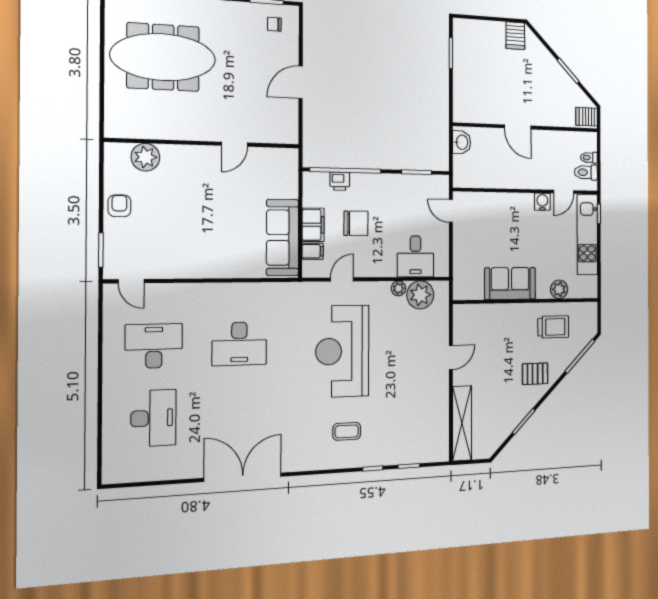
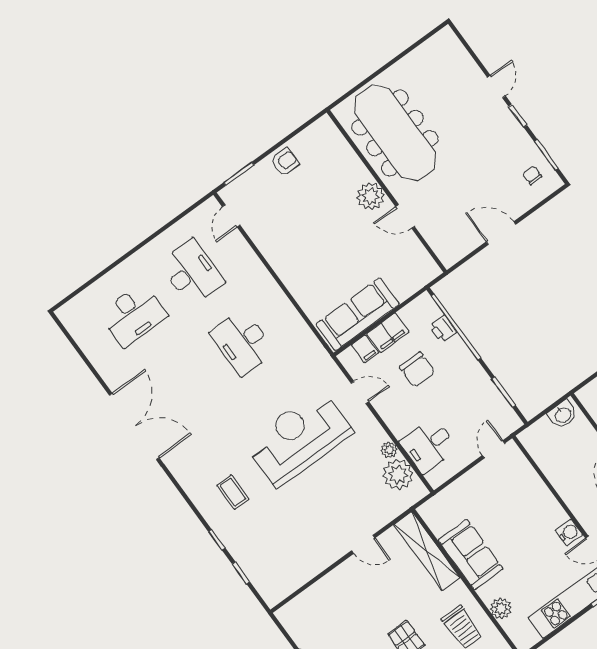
meeting table: (163, 57) -> (395, 133), moved
plant: (145, 157) -> (371, 196), moved
shelving: (462, 423) -> (427, 551), moved, turned 90

